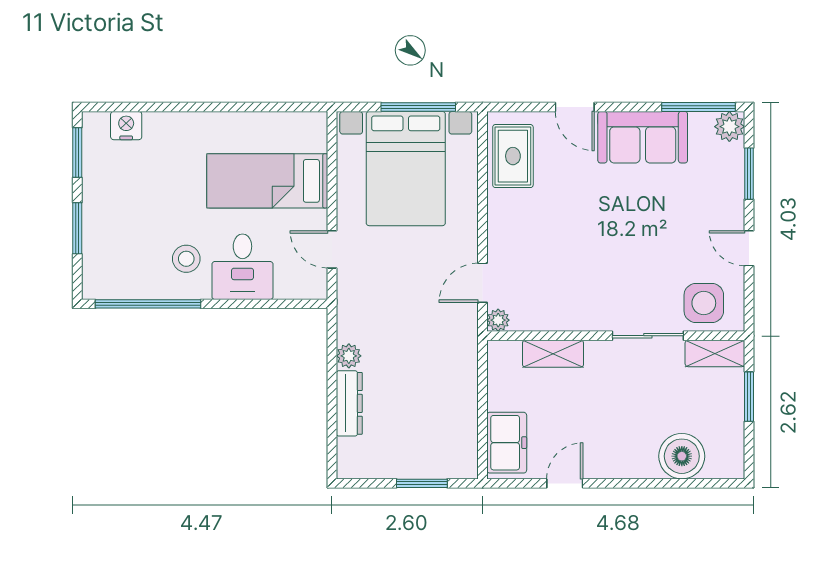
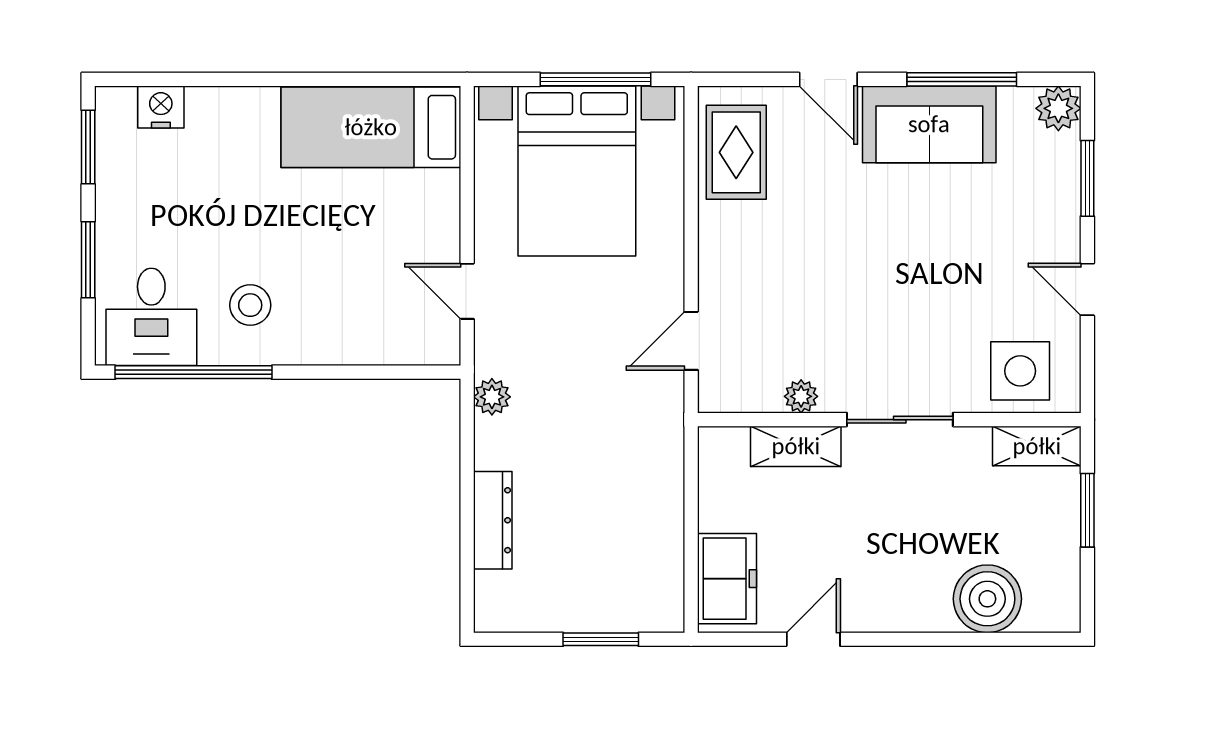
window: (698, 107) -> (962, 79), moved
bed: (267, 181) -> (371, 127), moved
desk: (242, 267) -> (151, 317), moved
plant: (498, 320) -> (801, 396), moved
sliding door: (648, 336) -> (900, 420), moved
plant: (349, 356) -> (492, 397), moved

